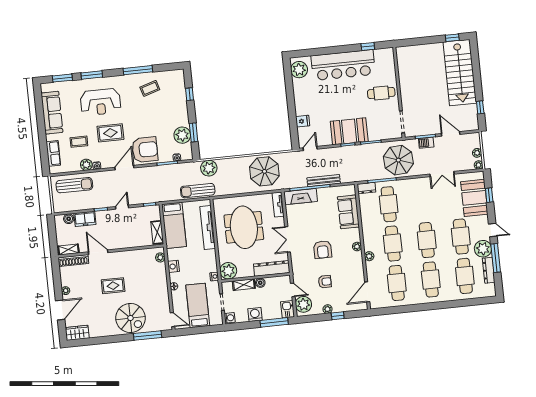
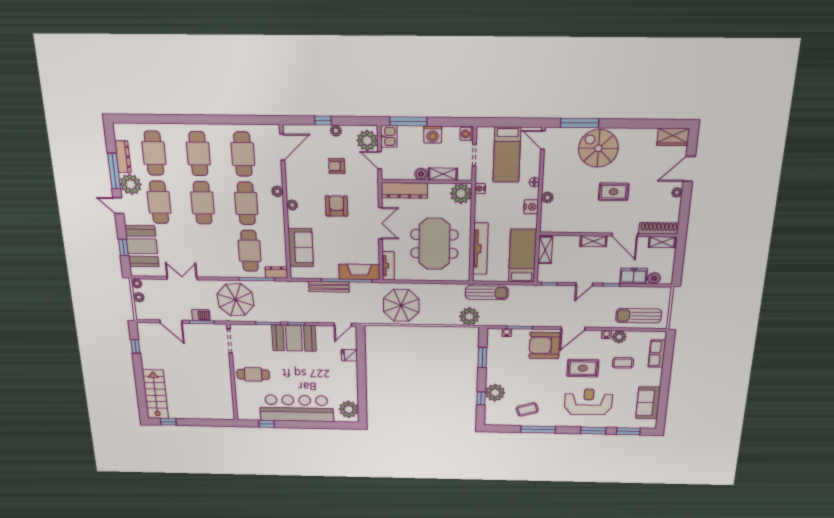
stairs: (460, 73) -> (155, 394), width x0.73, depth x0.66
sofa: (52, 113) -> (648, 403), width x0.73
plant: (182, 135) -> (495, 393), moved
shelving: (121, 244) -> (593, 241), added
plant: (160, 257) -> (547, 198), moved

